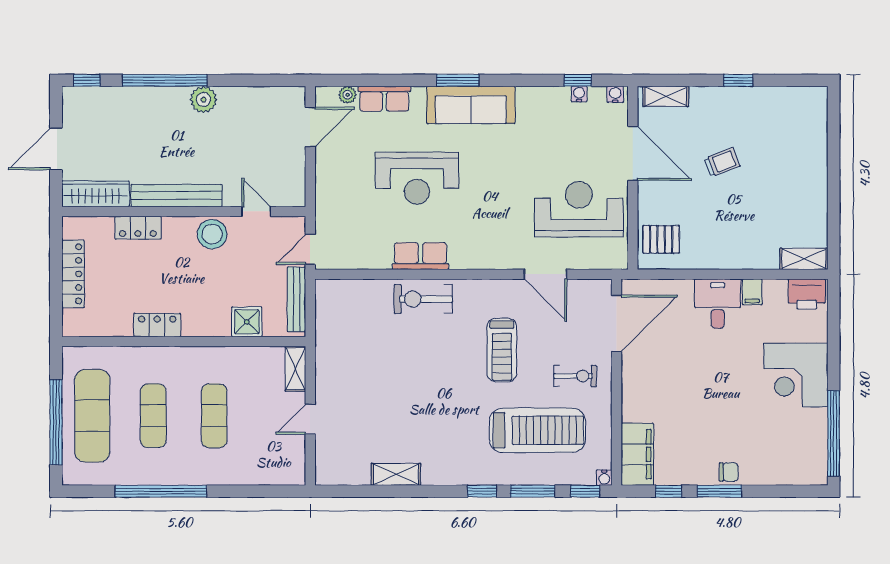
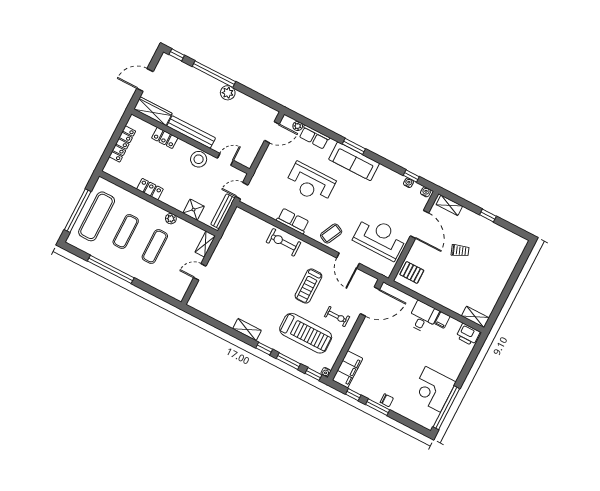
door: (256, 211) -> (225, 159), hinge flipped
coffee table: (494, 244) -> (331, 234), added
plant: (217, 356) -> (171, 219), added
corner desk: (796, 375) -> (433, 389), moved
shelving: (396, 474) -> (247, 330), moved

